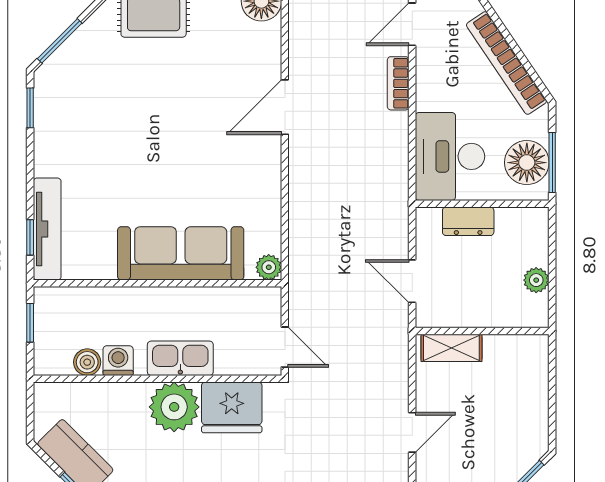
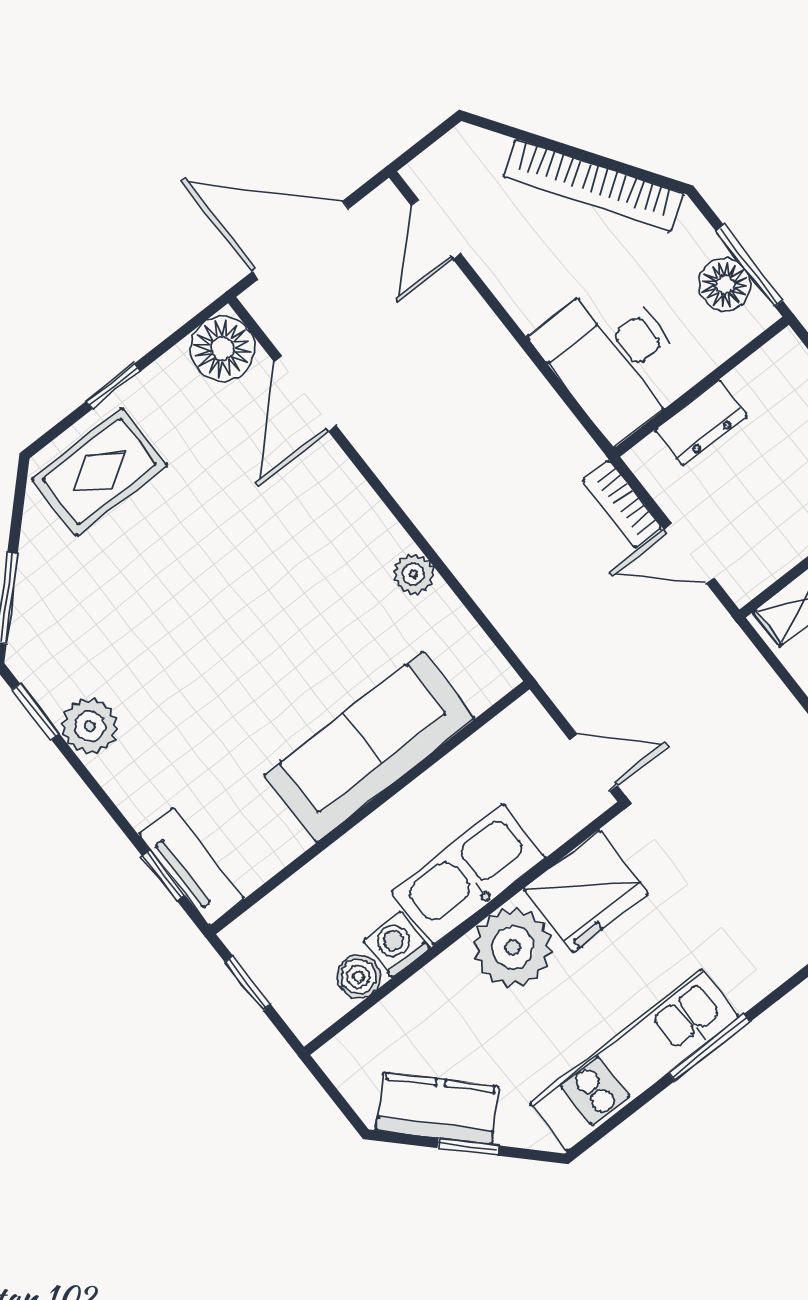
bookcase: (398, 83) -> (622, 504), moved
door: (285, 107) -> (305, 394), moved
plant: (51, 136) -> (90, 726), added
floor lamp: (527, 163) -> (725, 285), width x0.73, depth x0.73
tv unit: (47, 229) -> (191, 867), width x0.71
plant: (269, 267) -> (414, 574), moved
kitchen sink: (180, 358) -> (468, 875), width x1.36, depth x1.24

